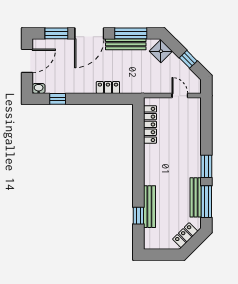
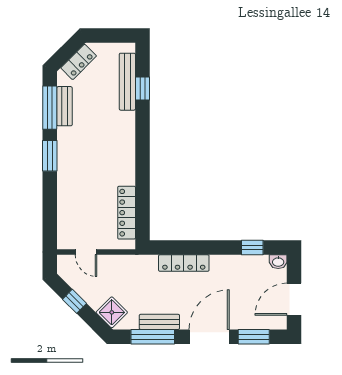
bench: (126, 44) -> (159, 322), width x0.73
locker: (108, 87) -> (184, 263), width x1.53
bench: (196, 197) -> (64, 106), width x0.73
bench: (149, 207) -> (127, 82), moved

